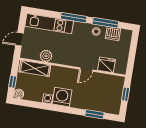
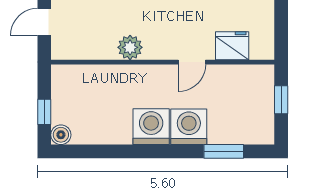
plant: (46, 56) -> (130, 47), moved
shelving: (35, 68) -> (86, 77), removed
washing machine: (48, 99) -> (189, 127), moved, width x1.89, depth x1.89

